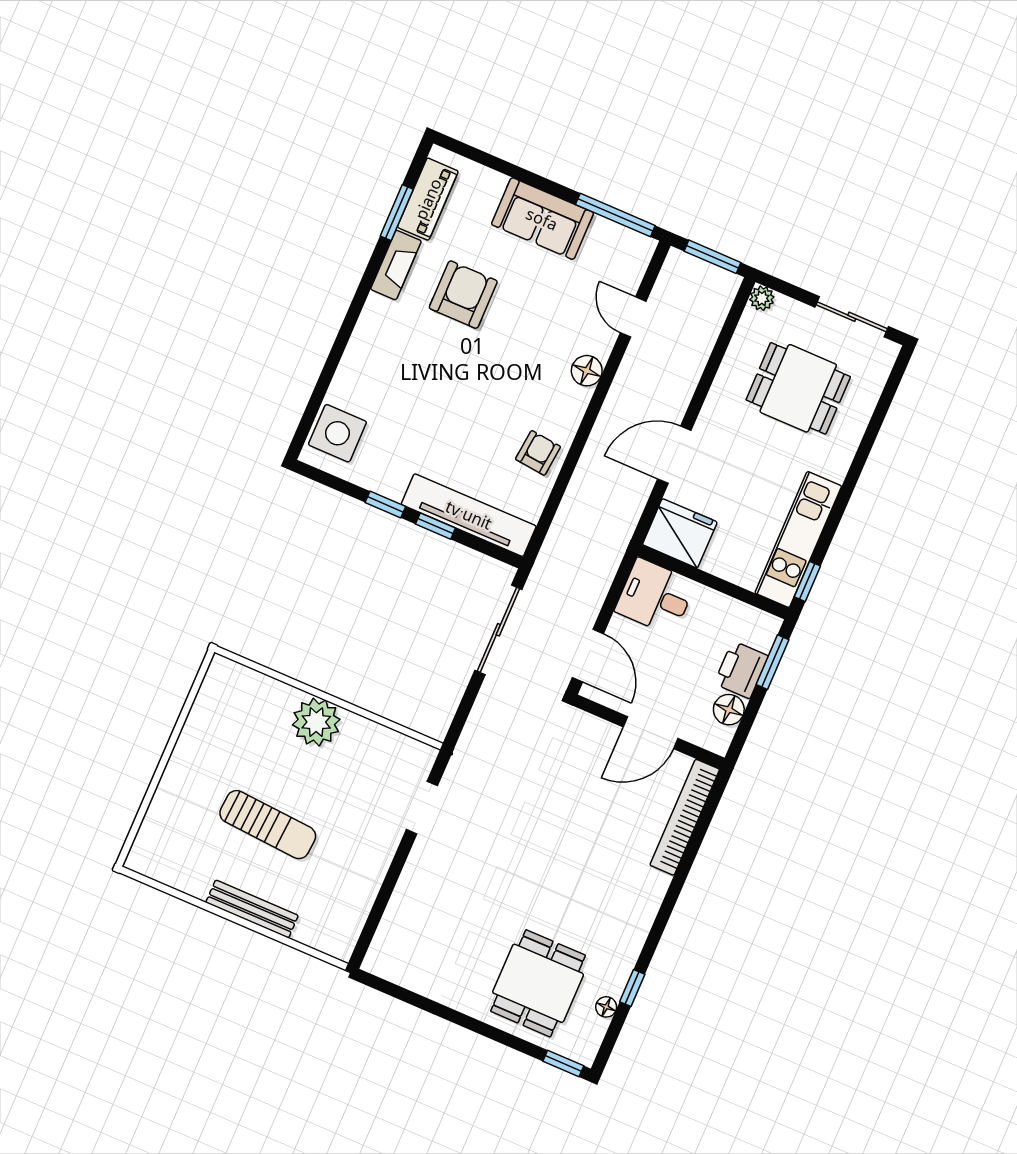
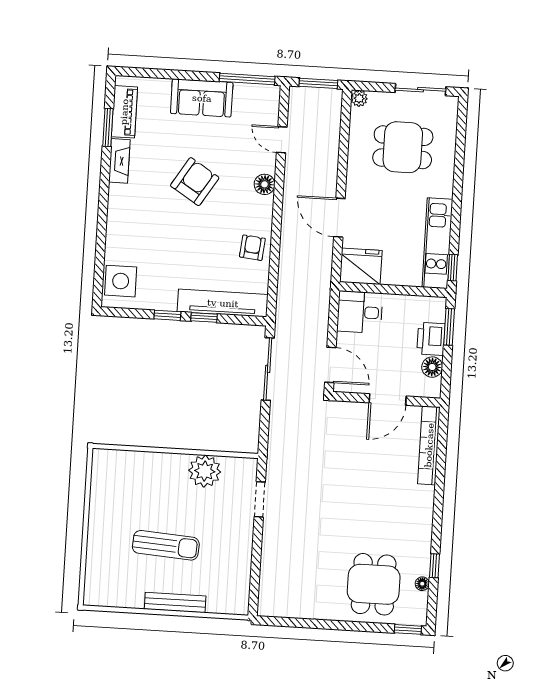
armchair: (463, 295) -> (195, 182), moved, turned 32
door: (674, 455) -> (339, 218), hinge flipped
plant: (316, 722) -> (205, 471), moved

